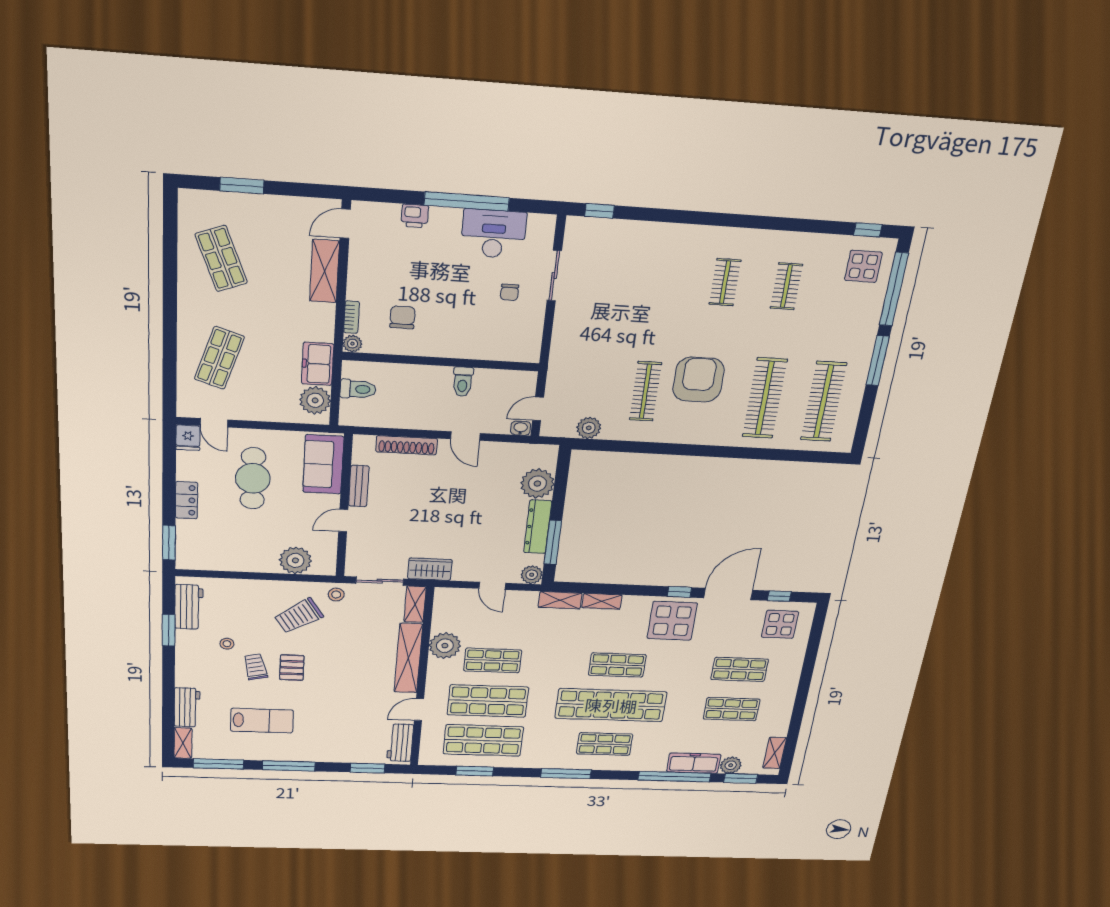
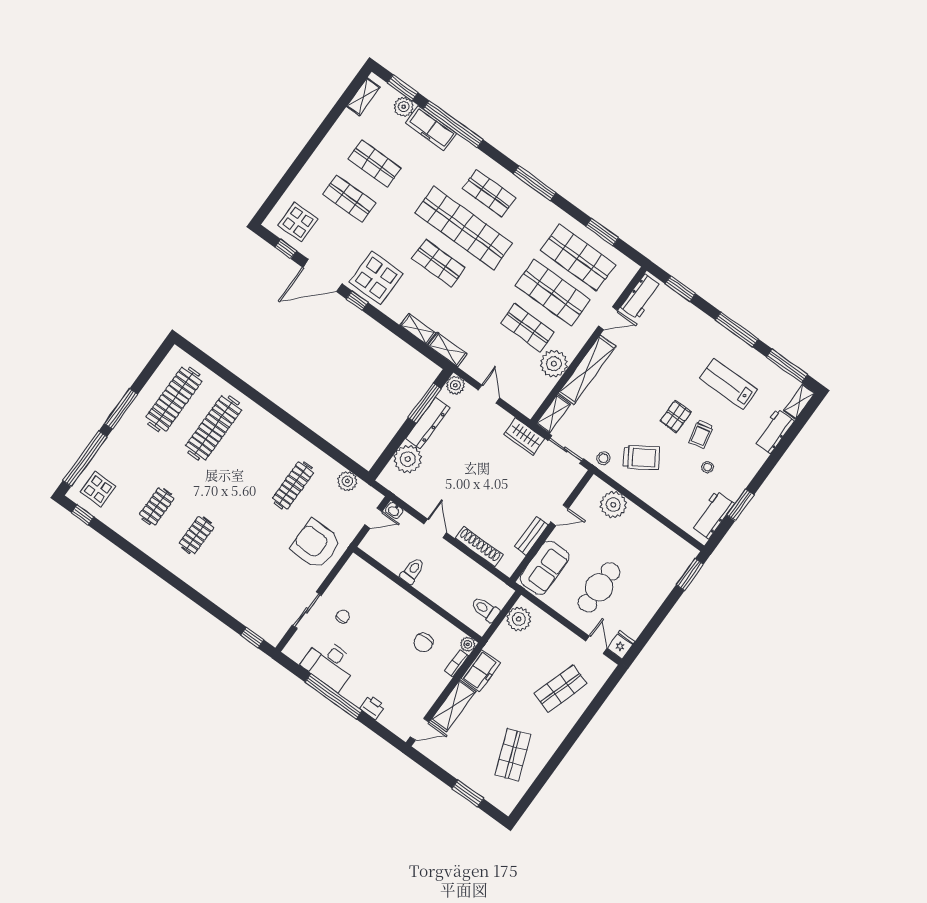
freezer: (318, 364) -> (481, 671), moved
armchair: (698, 380) -> (316, 544), moved, turned 90
locker: (187, 500) -> (655, 599), removed

